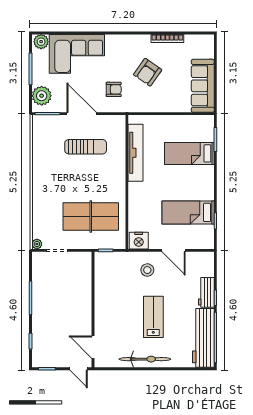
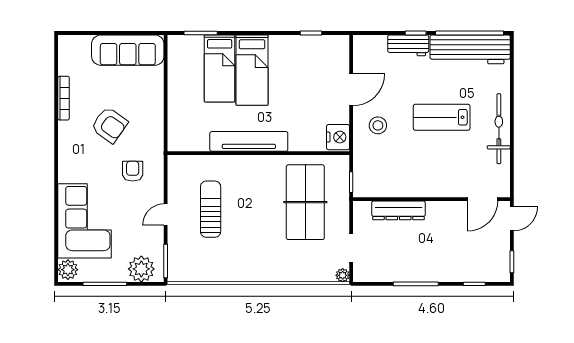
door: (82, 114) -> (166, 215), width x0.53
tv unit: (136, 153) -> (249, 141), moved
bed: (188, 212) -> (252, 70), moved
dresser: (85, 285) -> (399, 210), added

